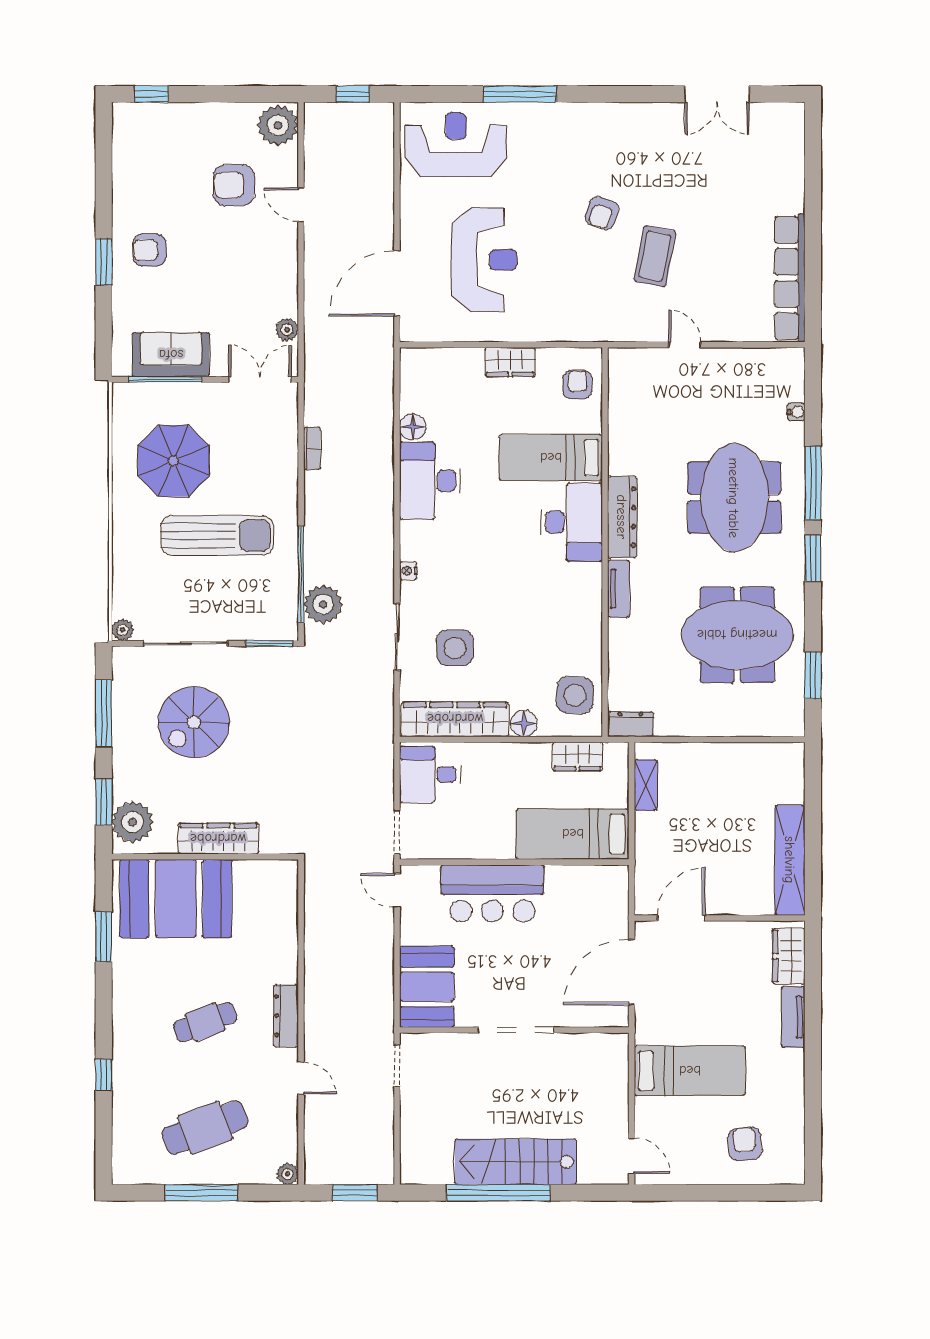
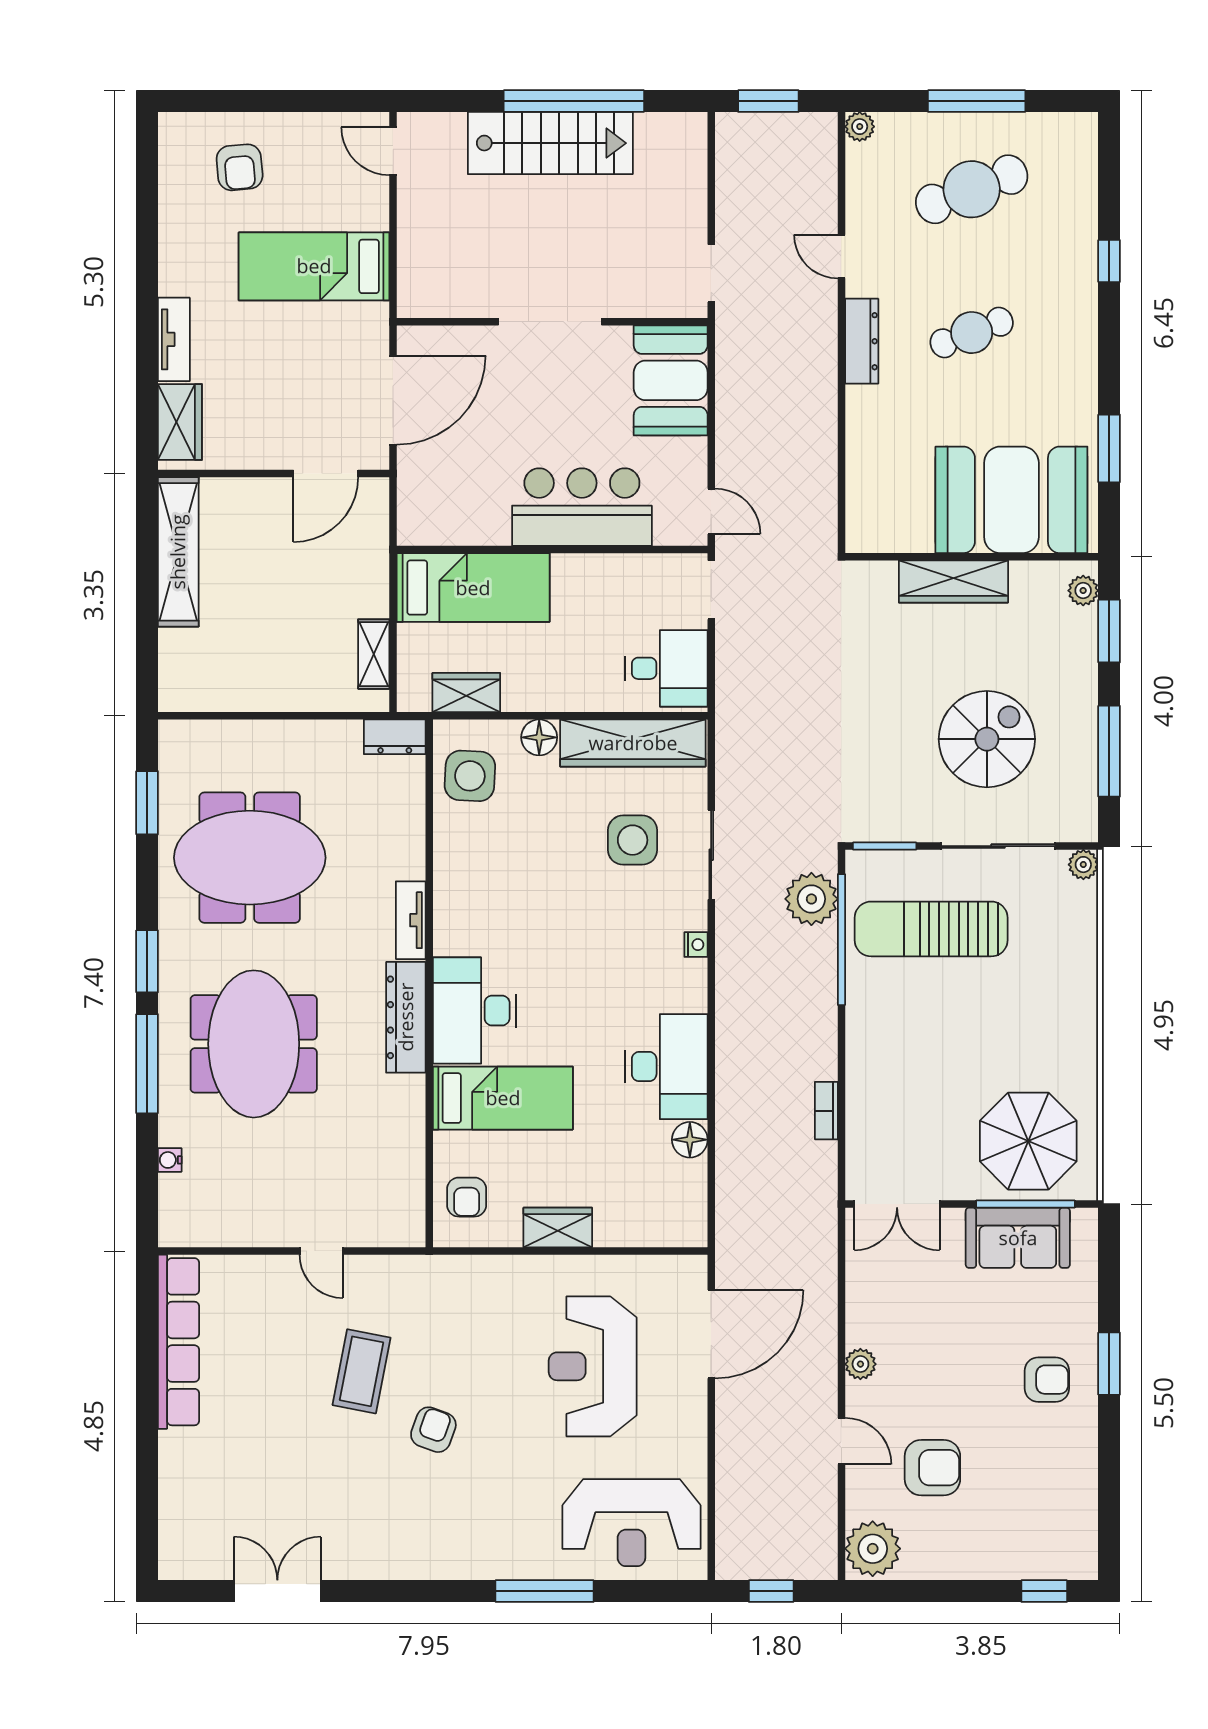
plant: (287, 330) -> (860, 1364), moved
parasol: (173, 461) -> (1028, 1141), moved
sun lounger: (217, 535) -> (931, 929), moved
plant: (132, 822) -> (1083, 591), width x0.53, depth x0.53

